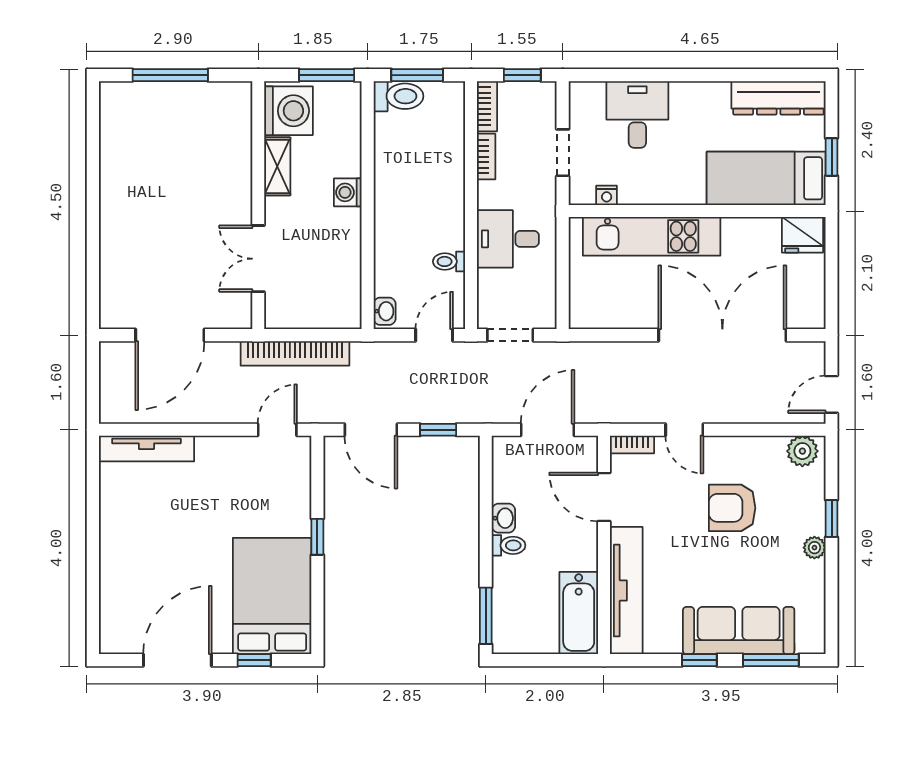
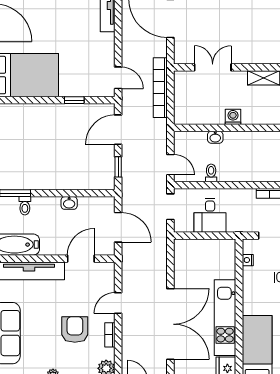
washing machine: (348, 192) -> (233, 117), moved
kitchen unit: (652, 236) -> (225, 318), moved
desk: (508, 239) -> (210, 215), moved, turned 180
washbasin: (385, 311) -> (215, 137), moved
bookcase: (632, 444) -> (110, 335), moved
window: (317, 537) -> (74, 100), moved
toilet: (509, 545) -> (25, 206), moved

